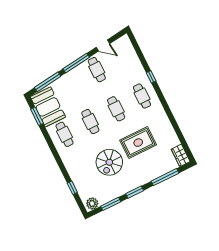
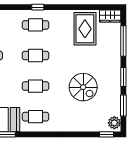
window: (151, 77) -> (38, 7), moved
rug: (138, 143) -> (85, 29), moved
window: (72, 188) -> (107, 134), moved

